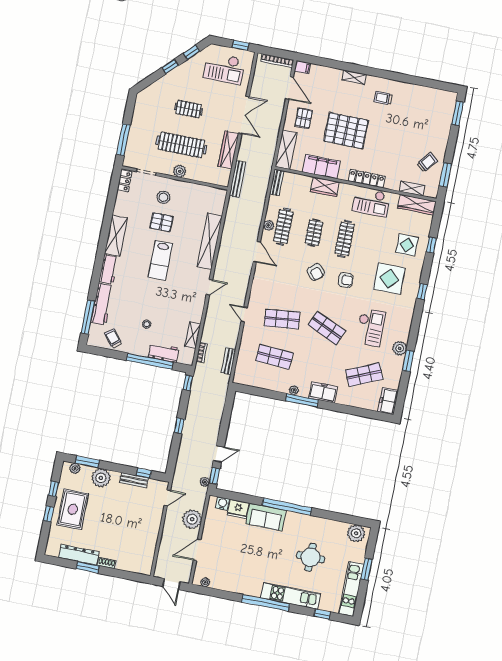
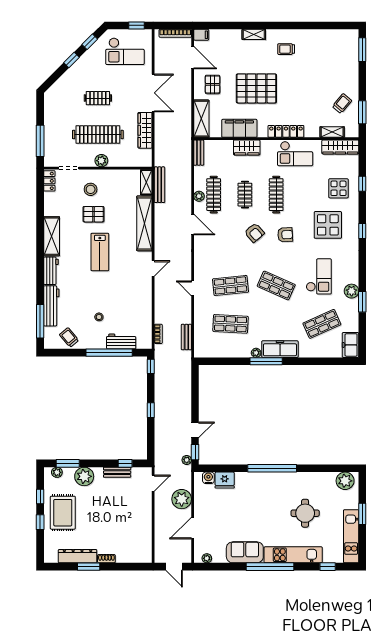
bench: (237, 179) -> (159, 185), moved
shelving: (193, 335) -> (146, 182), moved
freezer: (323, 392) -> (280, 349), width x1.40
sofa: (266, 517) -> (245, 552), moved, turned 180

